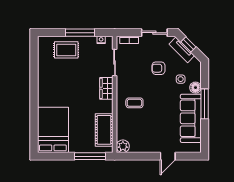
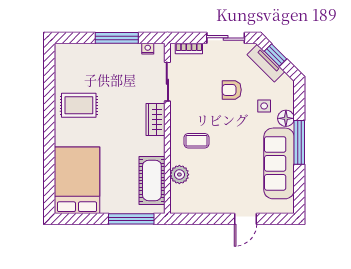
rug: (66, 50) -> (79, 105), moved
plant: (123, 146) -> (179, 175), moved

